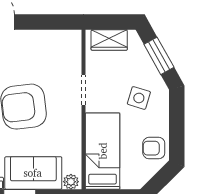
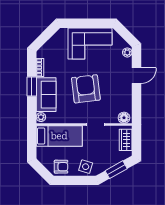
floor lamp: (72, 43) -> (124, 118), added
side table: (139, 98) -> (86, 167), moved
armchair: (154, 148) -> (61, 167), turned 90

